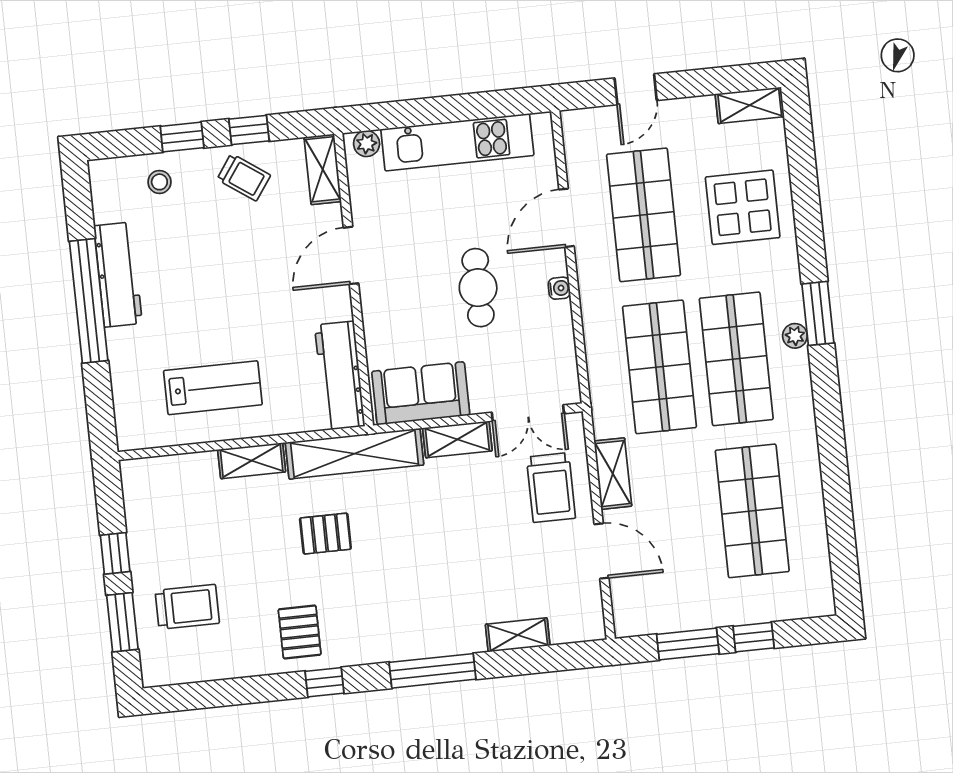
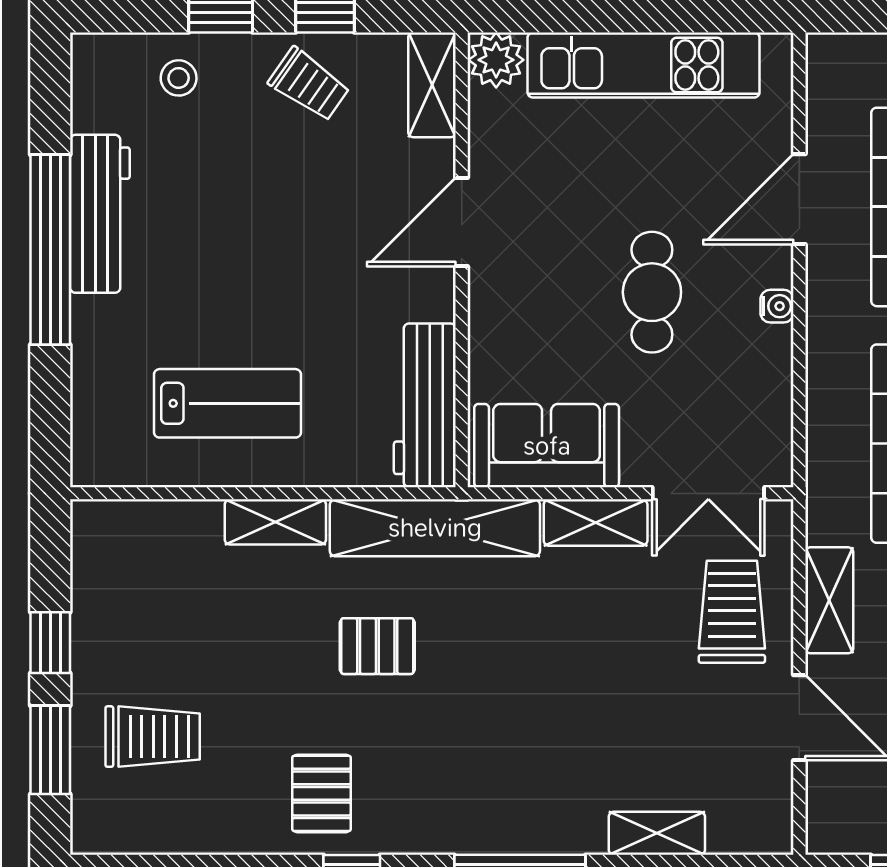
plant: (367, 144) -> (496, 60), width x1.38, depth x1.38
trolley: (551, 488) -> (732, 612), turned 180

